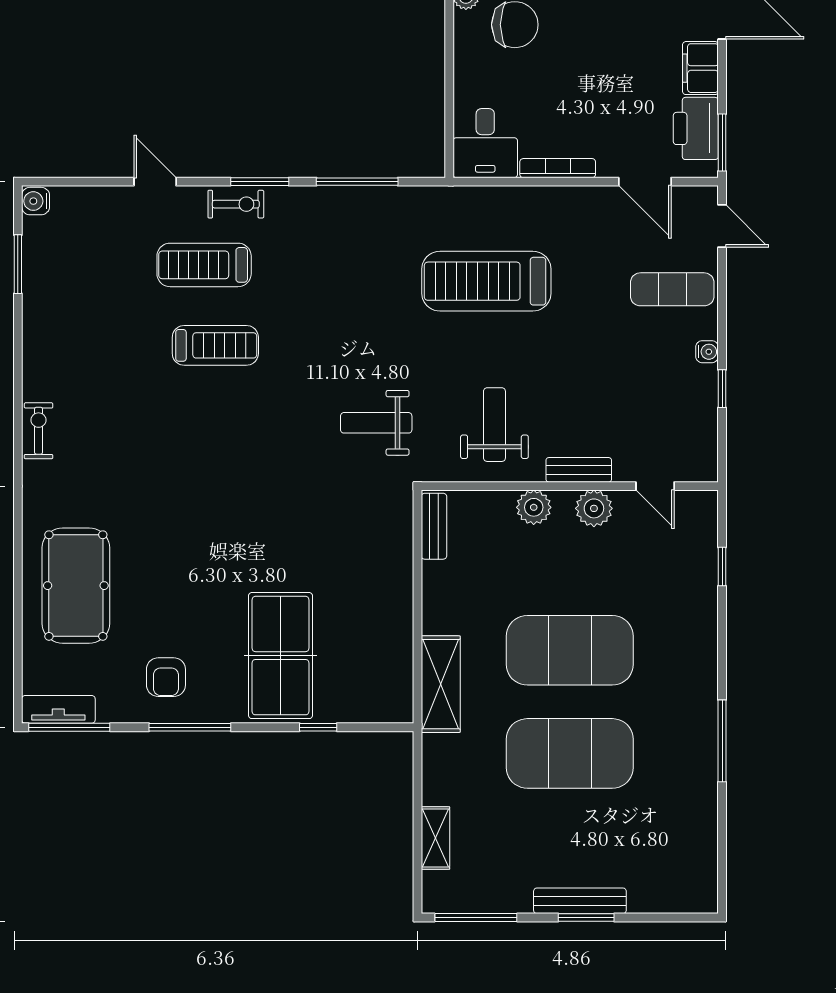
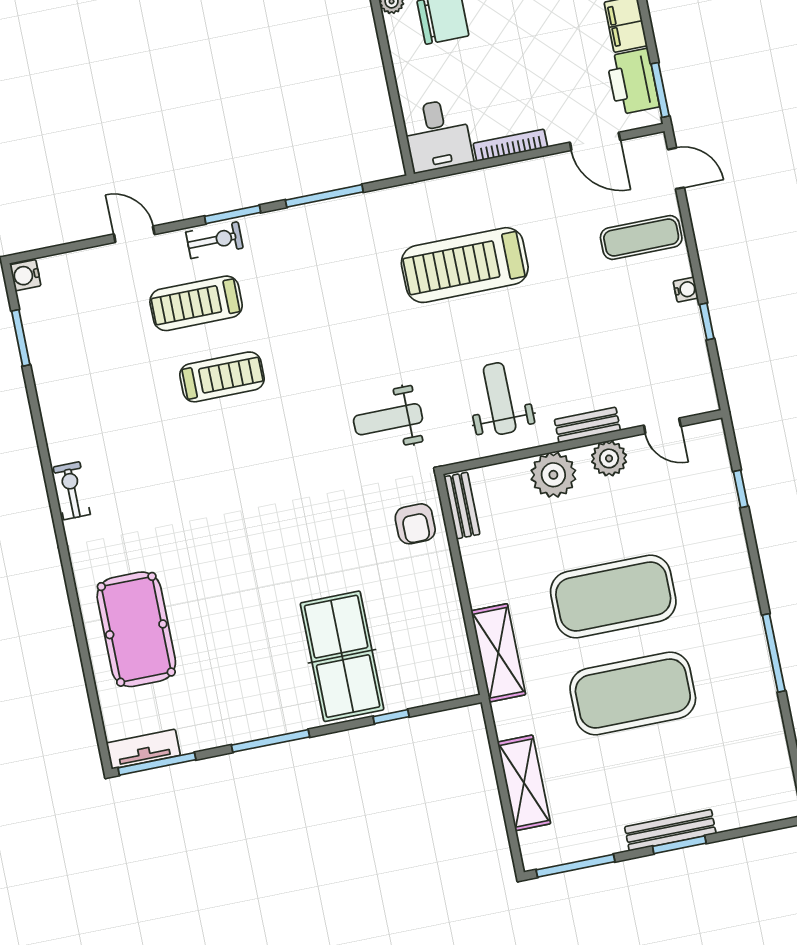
plant: (534, 507) -> (553, 475), width x1.36, depth x1.36
armchair: (166, 677) -> (415, 524), moved
shelving: (435, 838) -> (524, 783), width x1.50, depth x1.33

